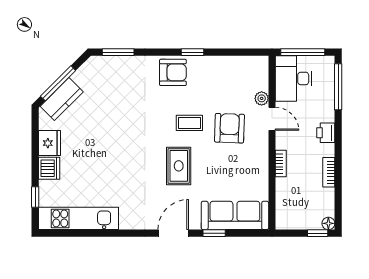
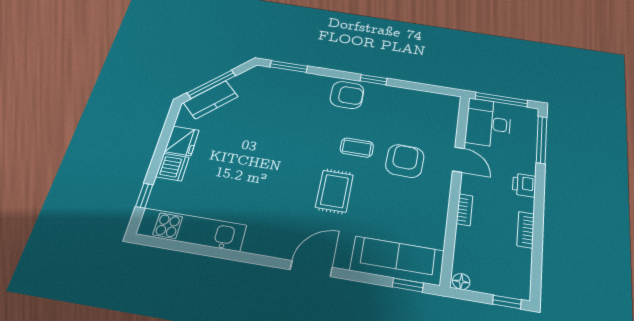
plant: (262, 98) -> (448, 137), removed
floor lamp: (328, 223) -> (461, 281), moved
window: (214, 233) -> (408, 285), moved

